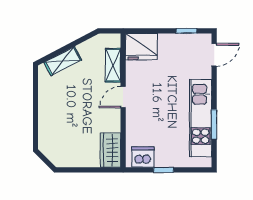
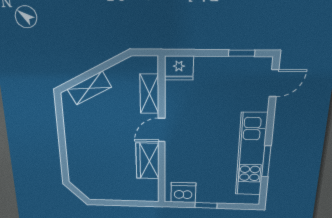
fridge: (141, 47) -> (179, 68), width x0.73, depth x0.75
wardrobe: (111, 150) -> (148, 161), moved

